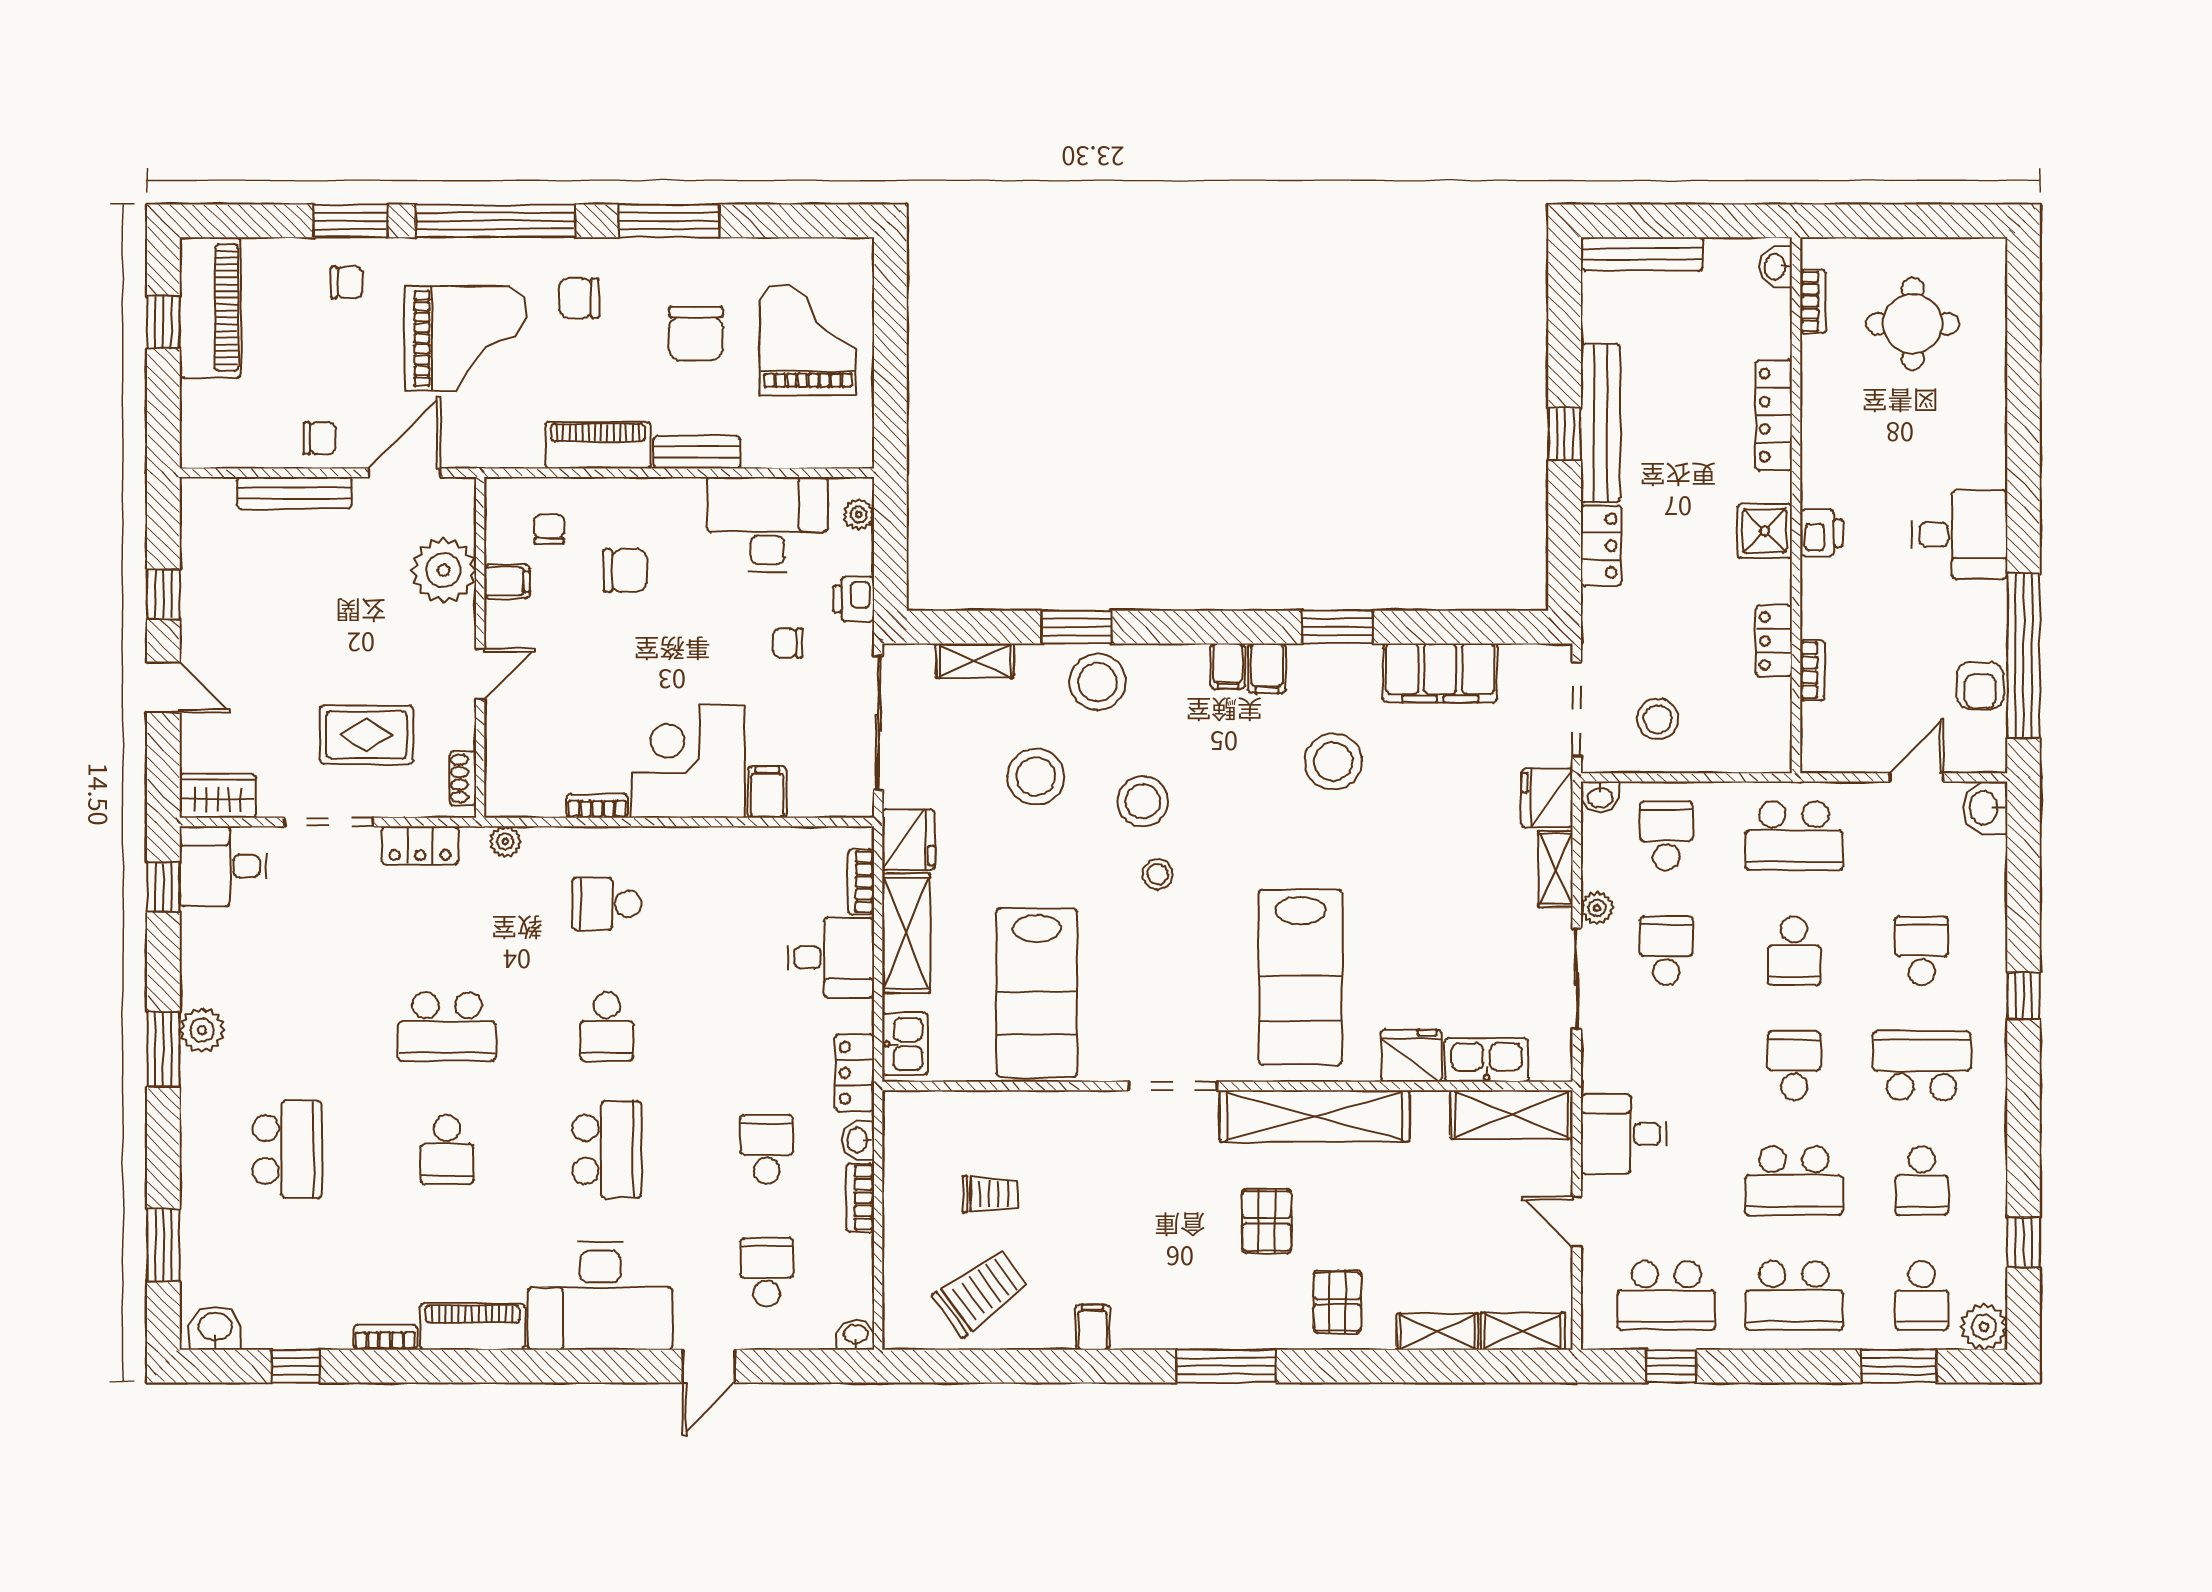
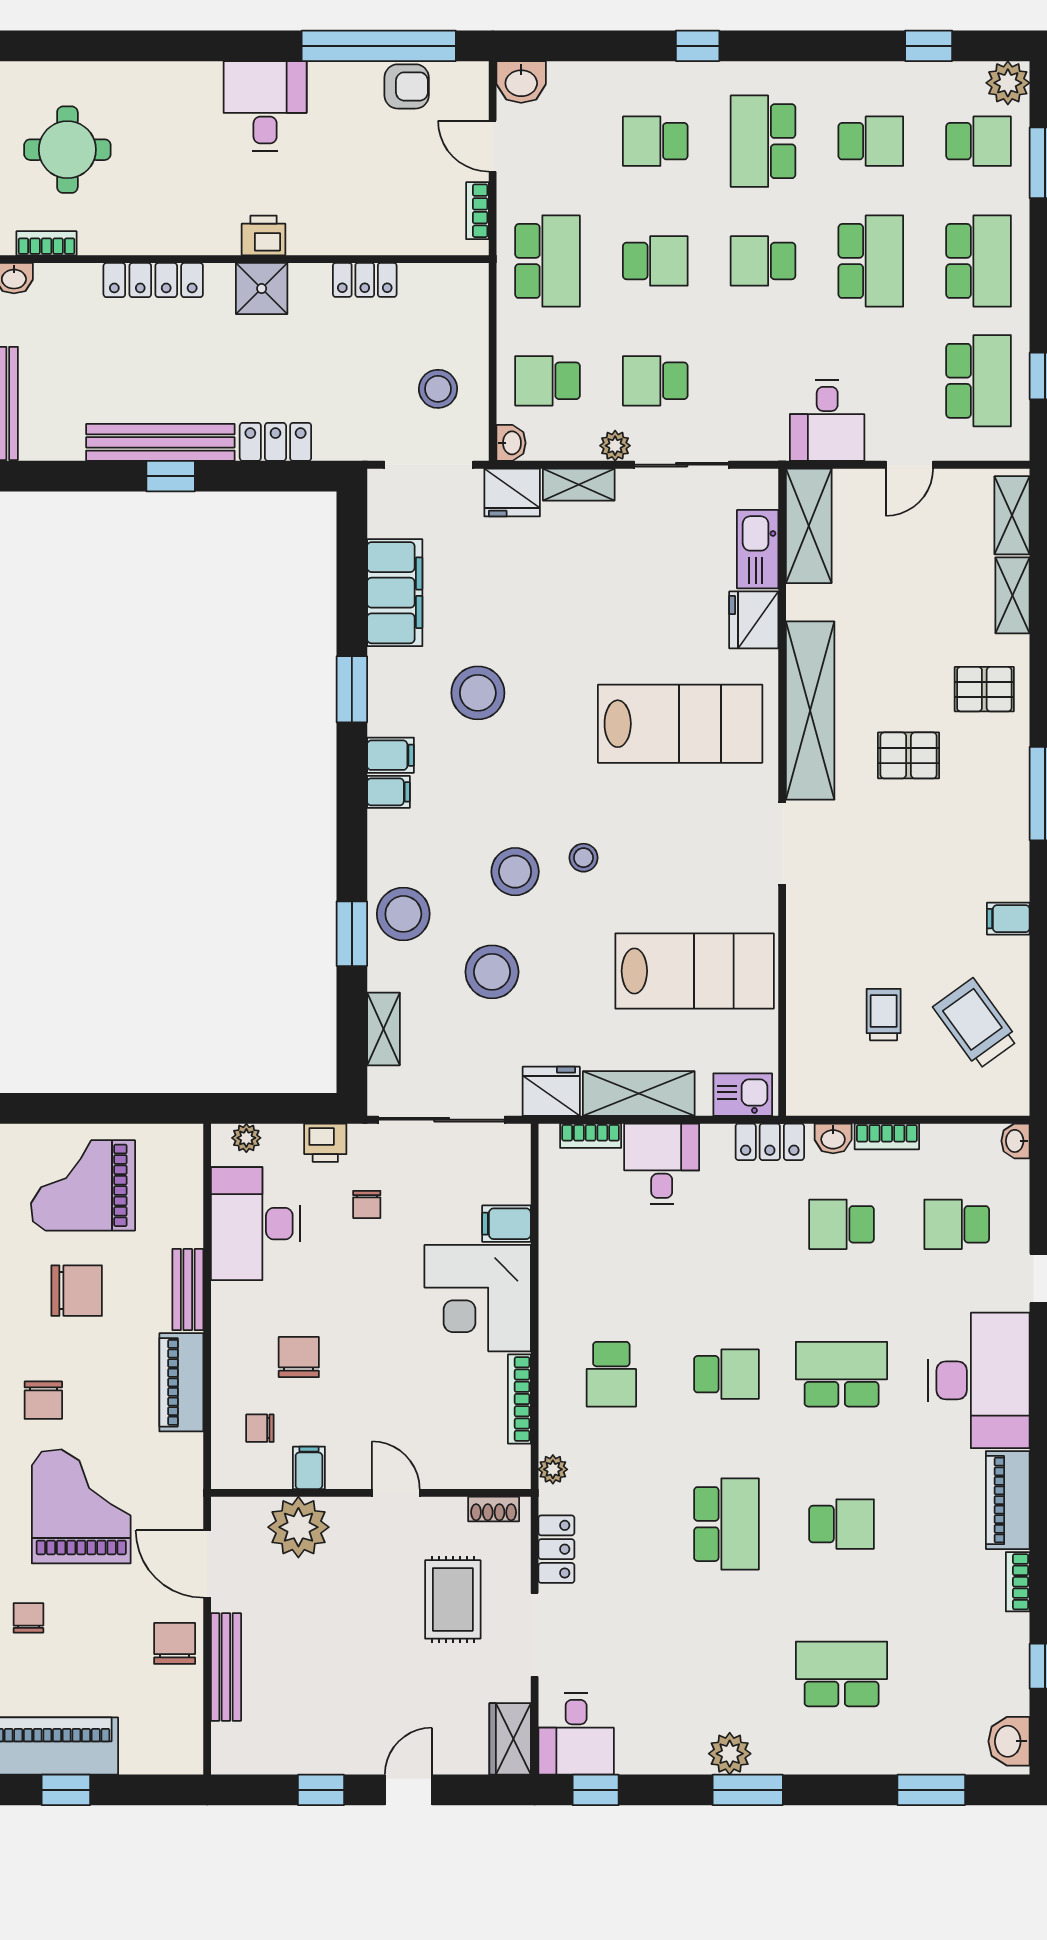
chair: (320, 438) -> (175, 1643), width x1.37, depth x1.37
bookcase: (1812, 670) -> (477, 211), moved, turned -90
bookcase: (597, 806) -> (519, 1399), width x1.56

